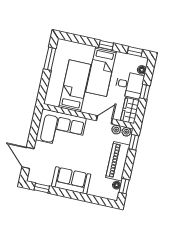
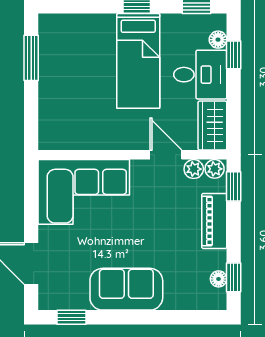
bed: (75, 86) -> (92, 101), removed
window: (145, 92) -> (234, 55), moved
door: (104, 120) -> (166, 155), hinge flipped
piano: (118, 161) -> (214, 221), width x0.73, depth x0.75

